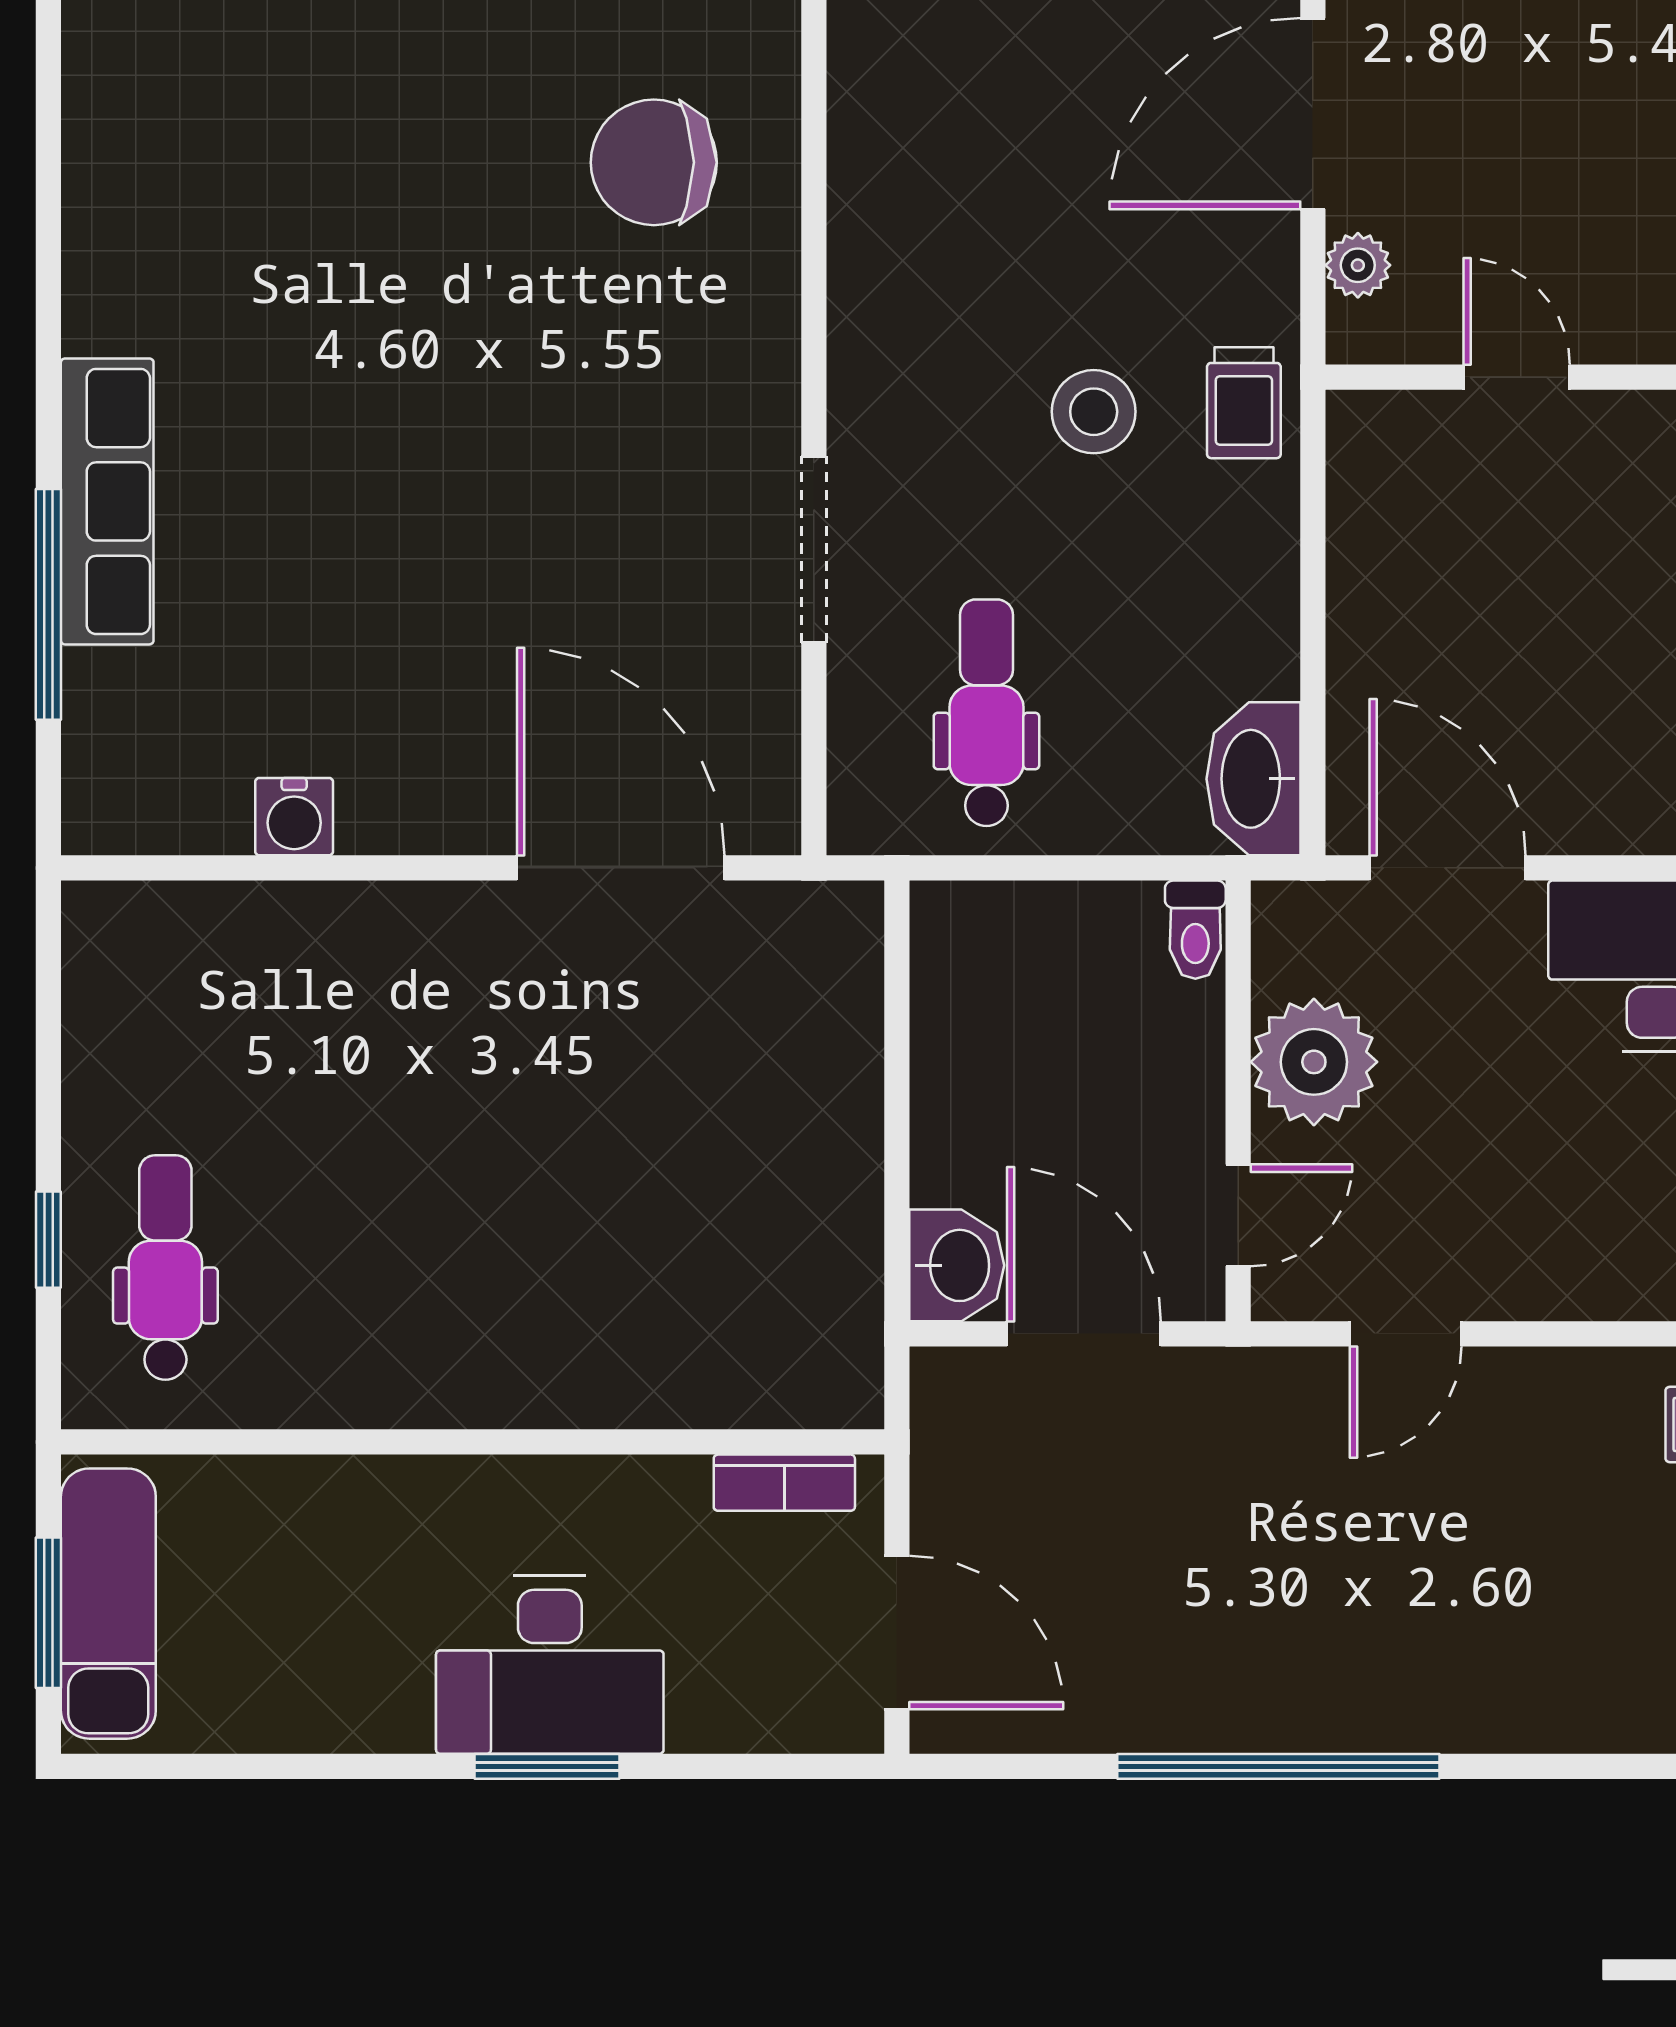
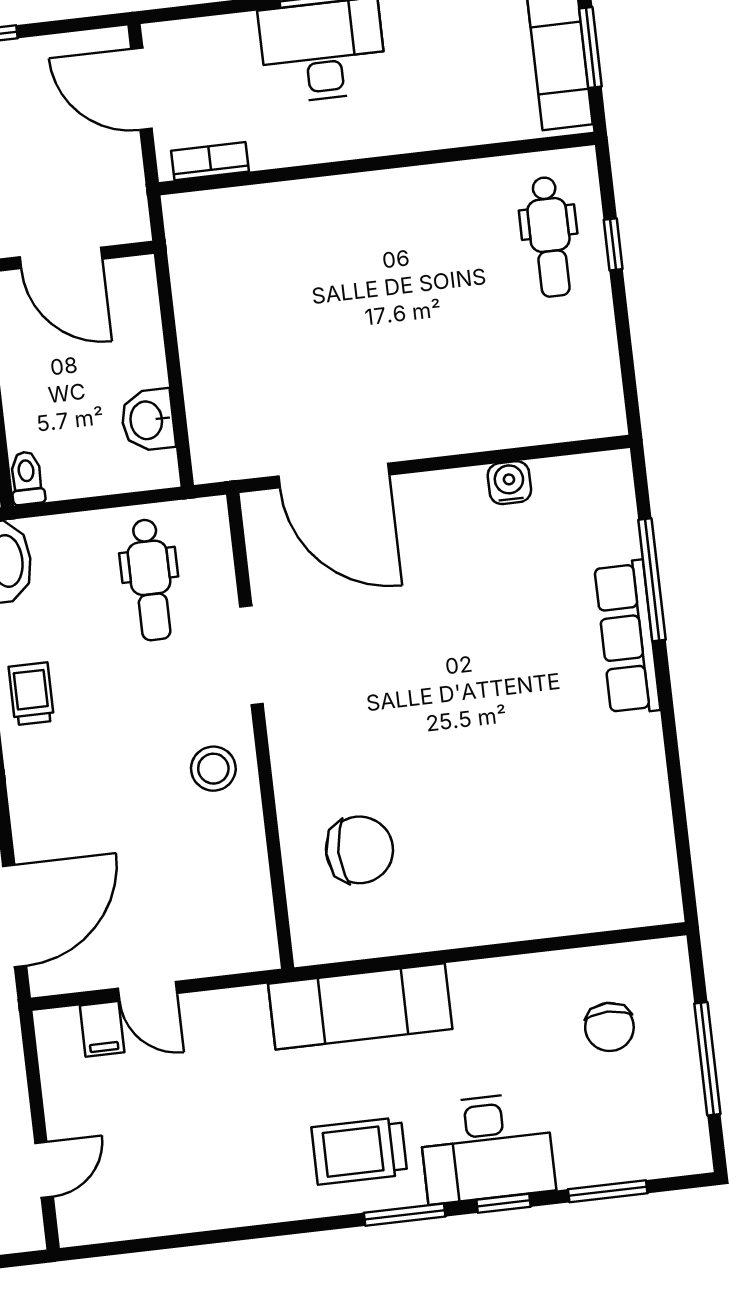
trolley: (1244, 403) -> (31, 694), moved
stool: (1094, 412) -> (213, 769), moved
washbasin: (957, 1265) -> (148, 420), moved

